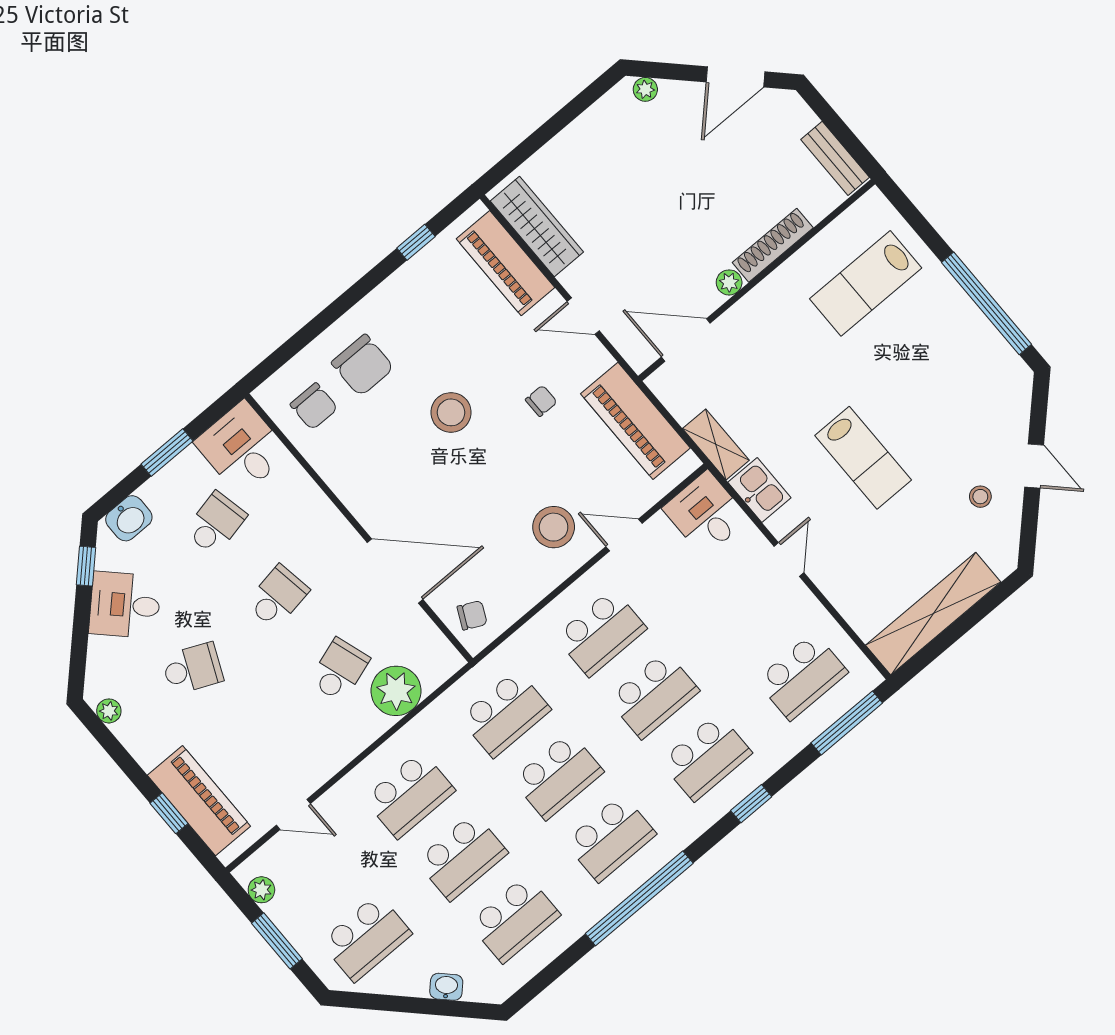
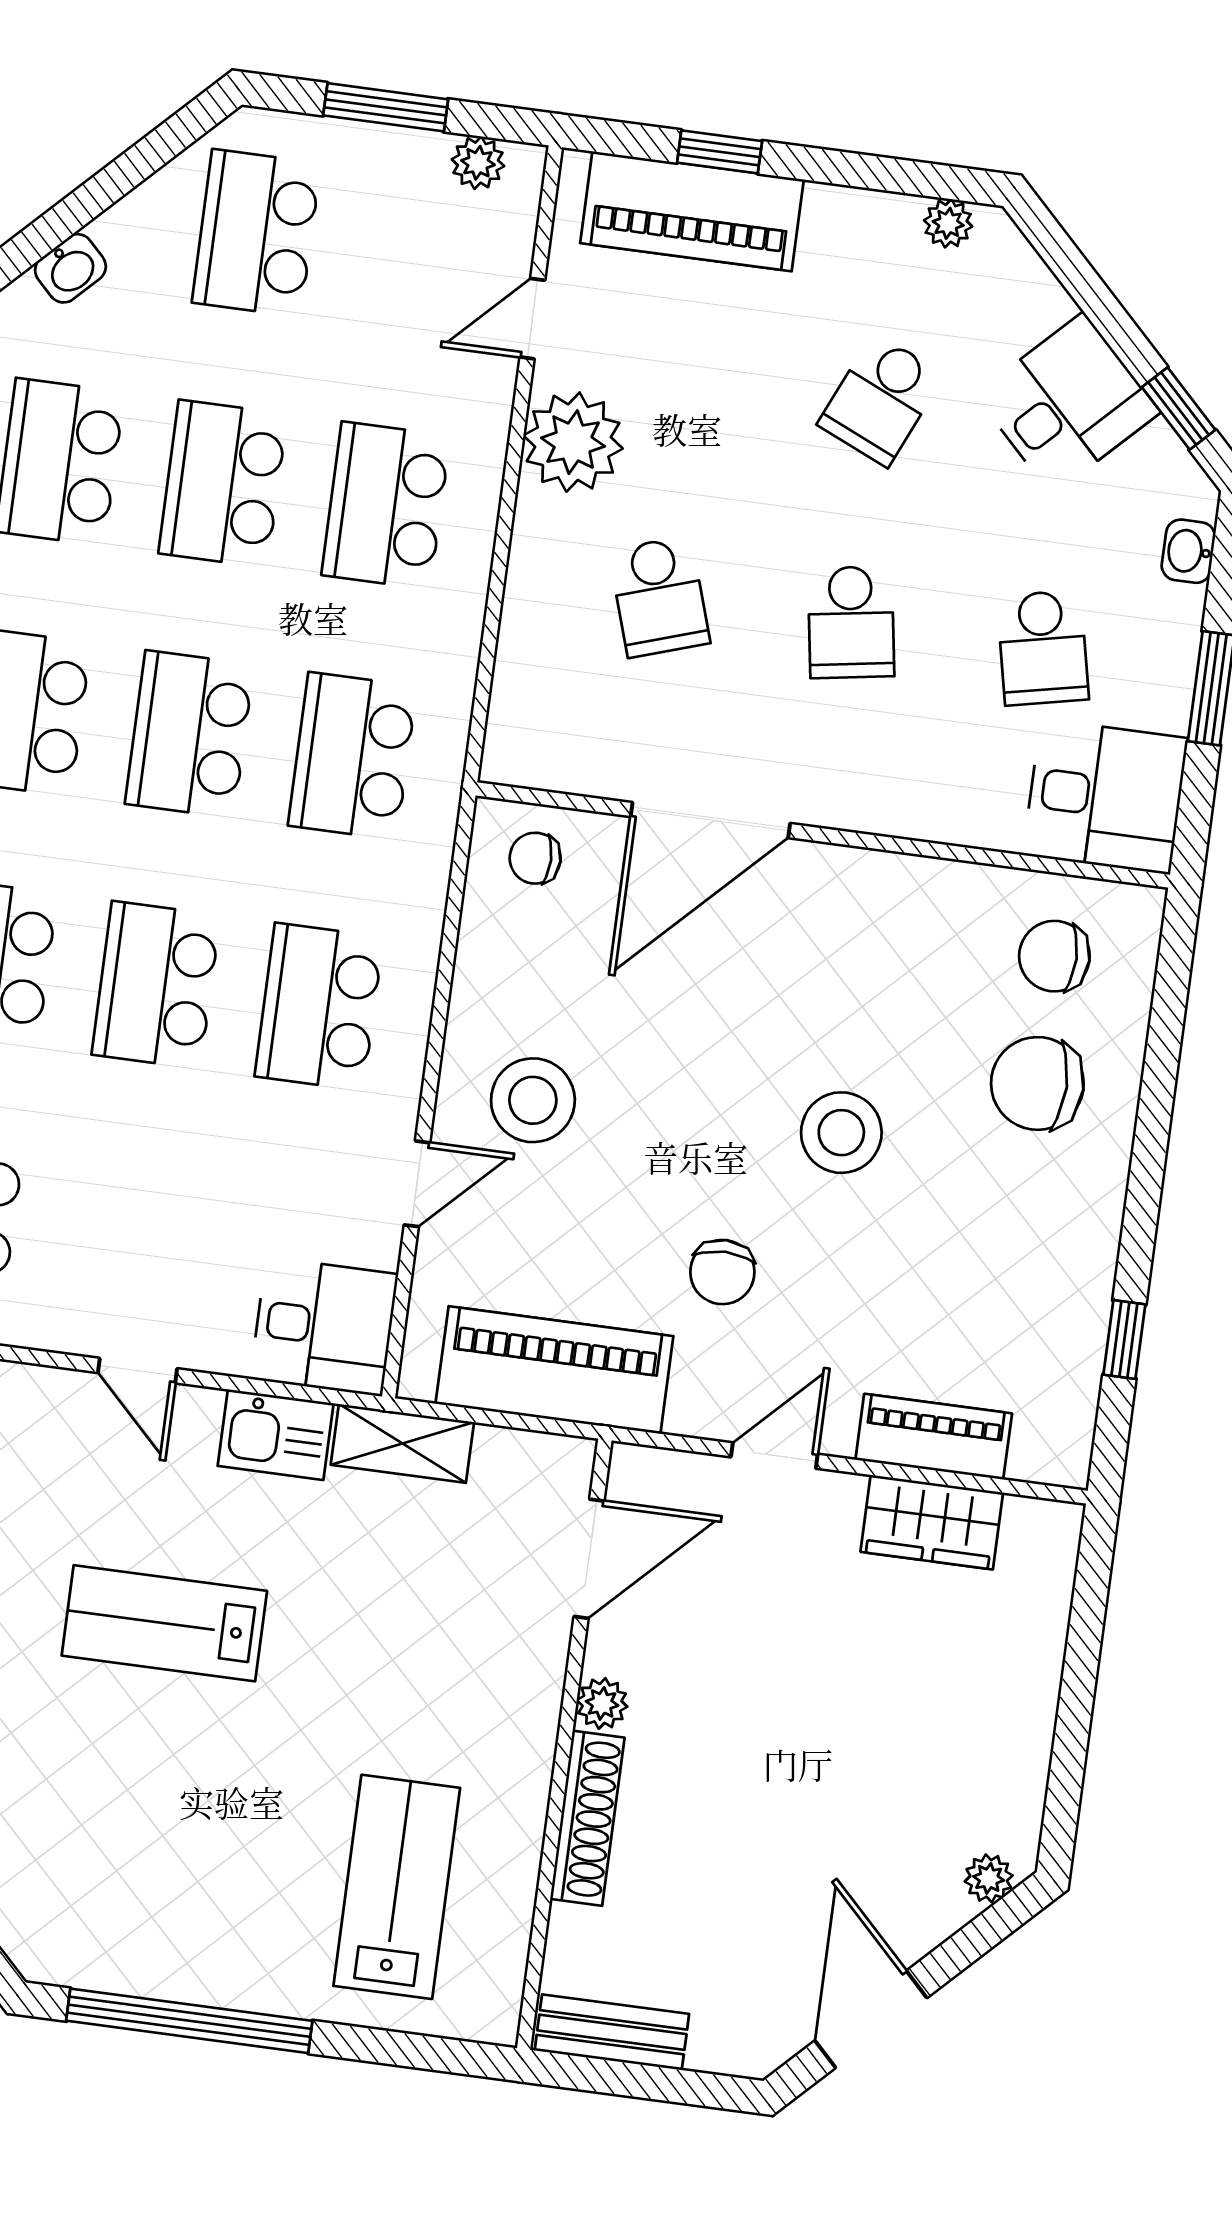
wardrobe: (537, 226) -> (932, 1522), width x0.67
piano: (506, 263) -> (934, 1437), width x0.73, depth x0.75
chair: (541, 401) -> (722, 1272), width x1.37, depth x1.37
washbasin: (129, 518) -> (1188, 551), width x0.72, depth x0.69
chair: (472, 615) -> (535, 858), turned 64
plant: (396, 691) -> (573, 442), moved

